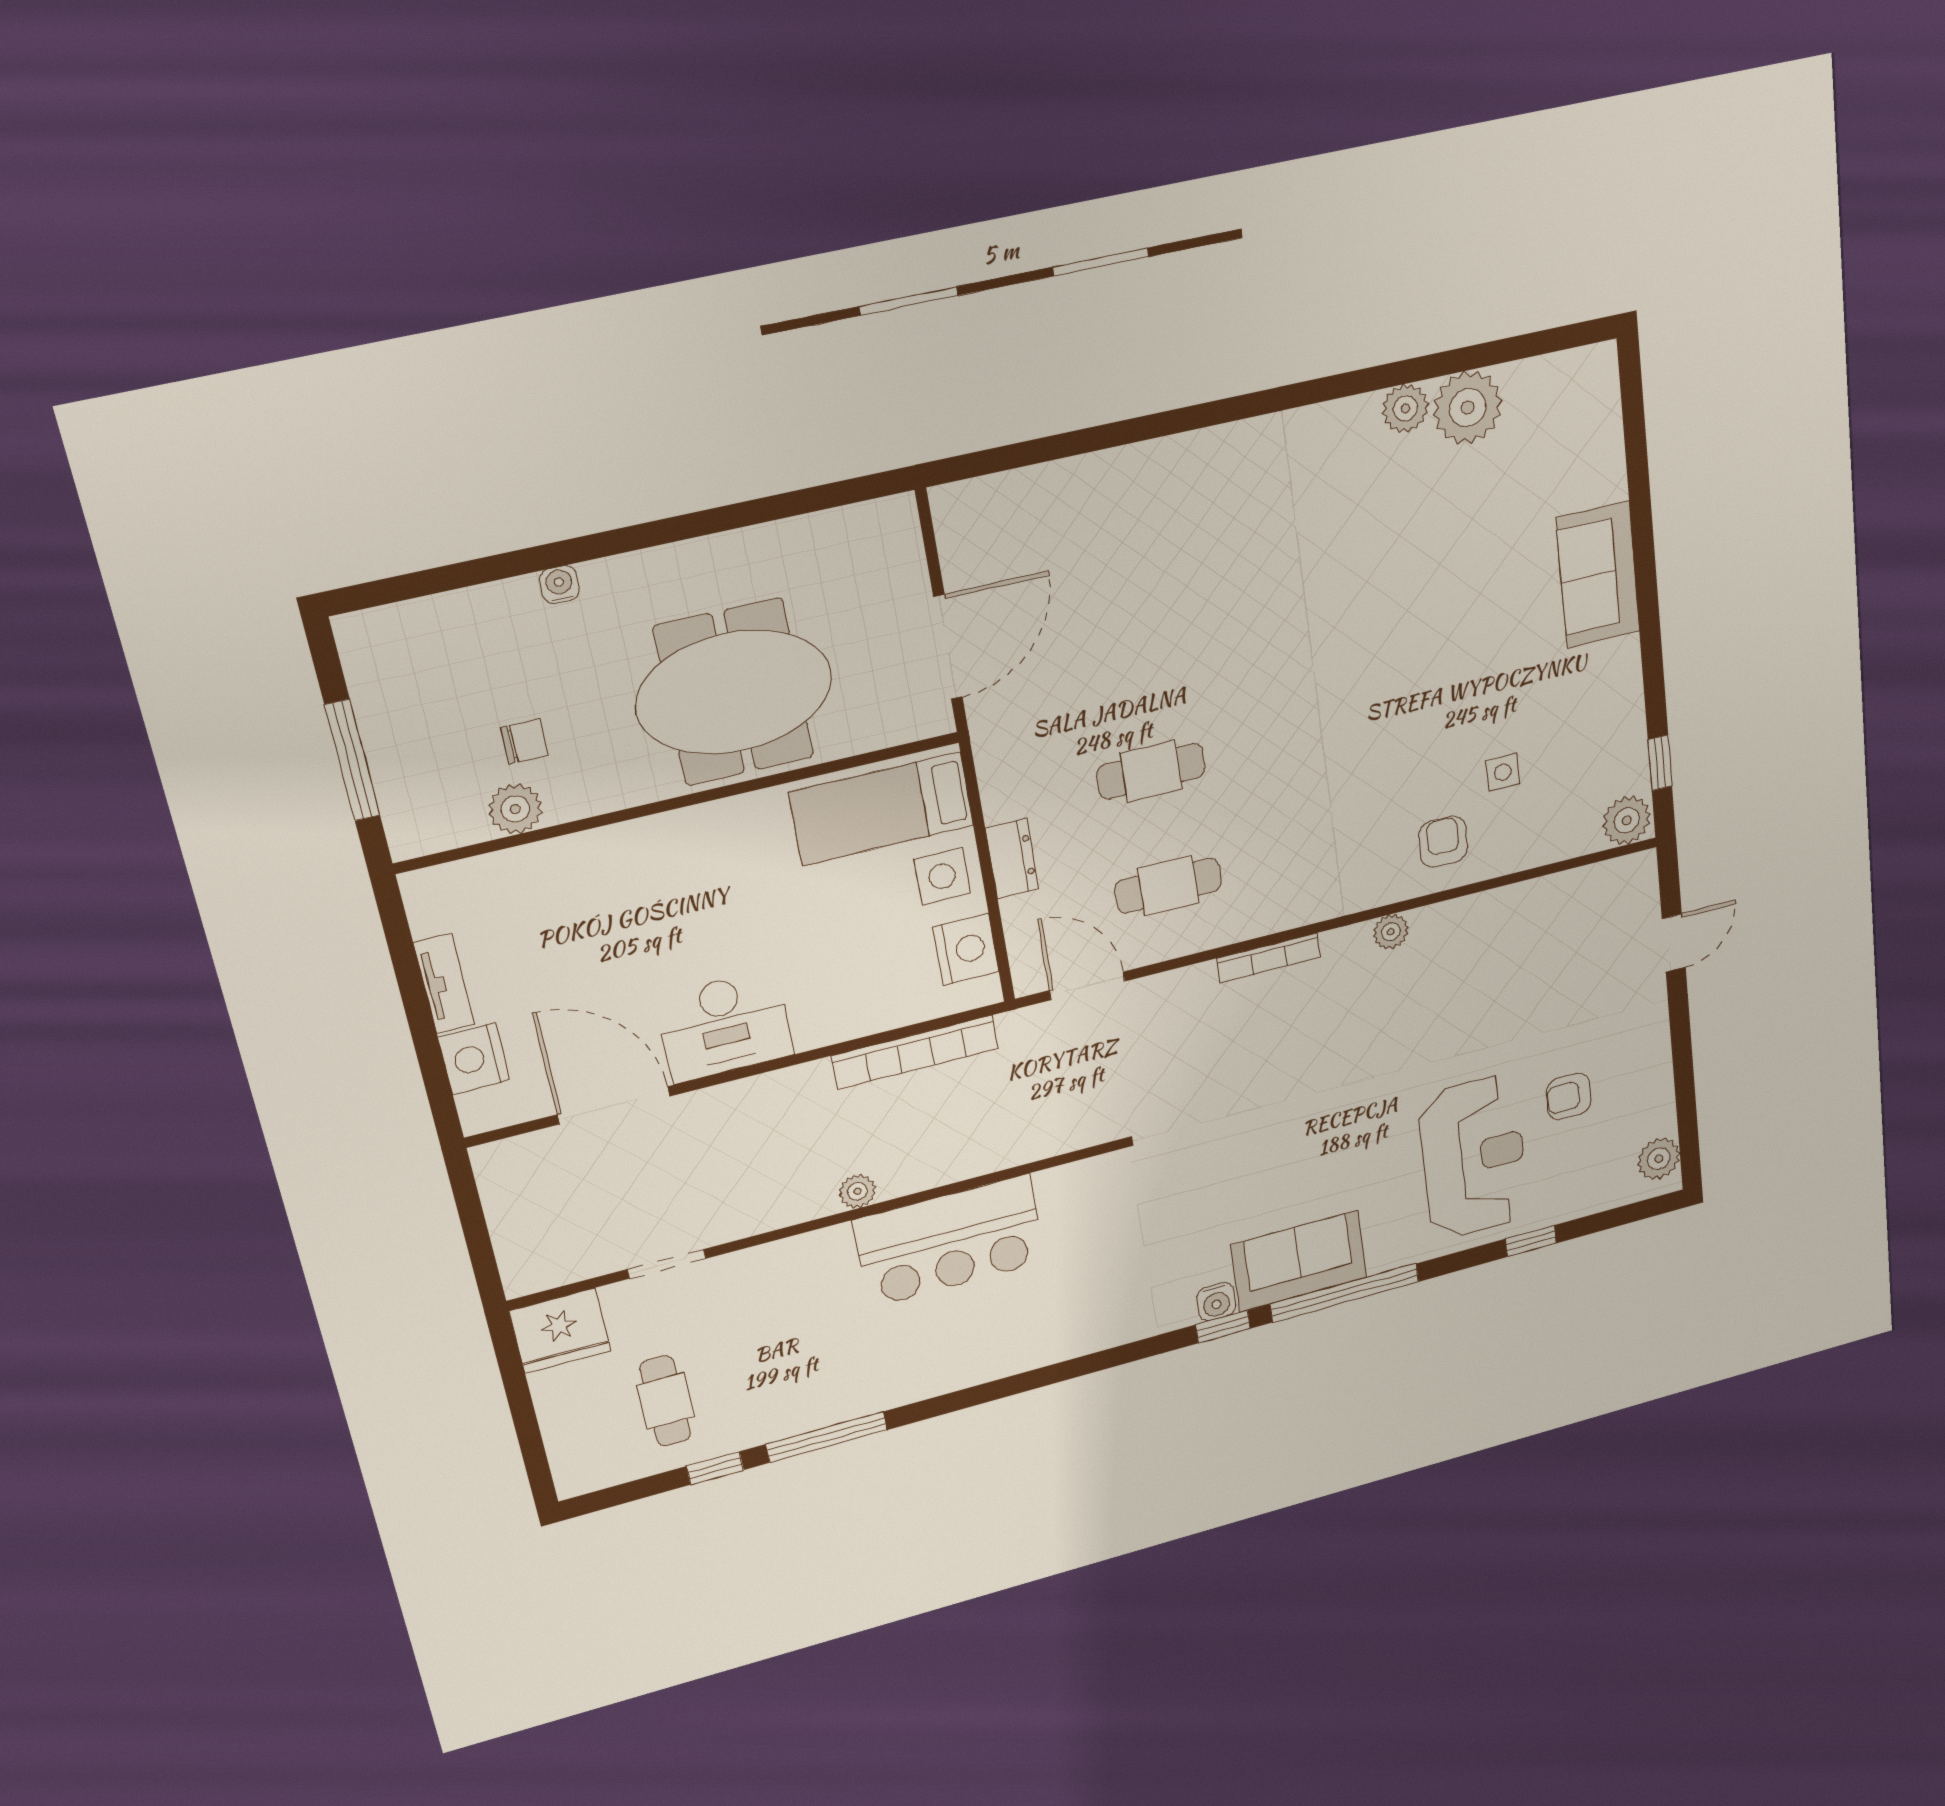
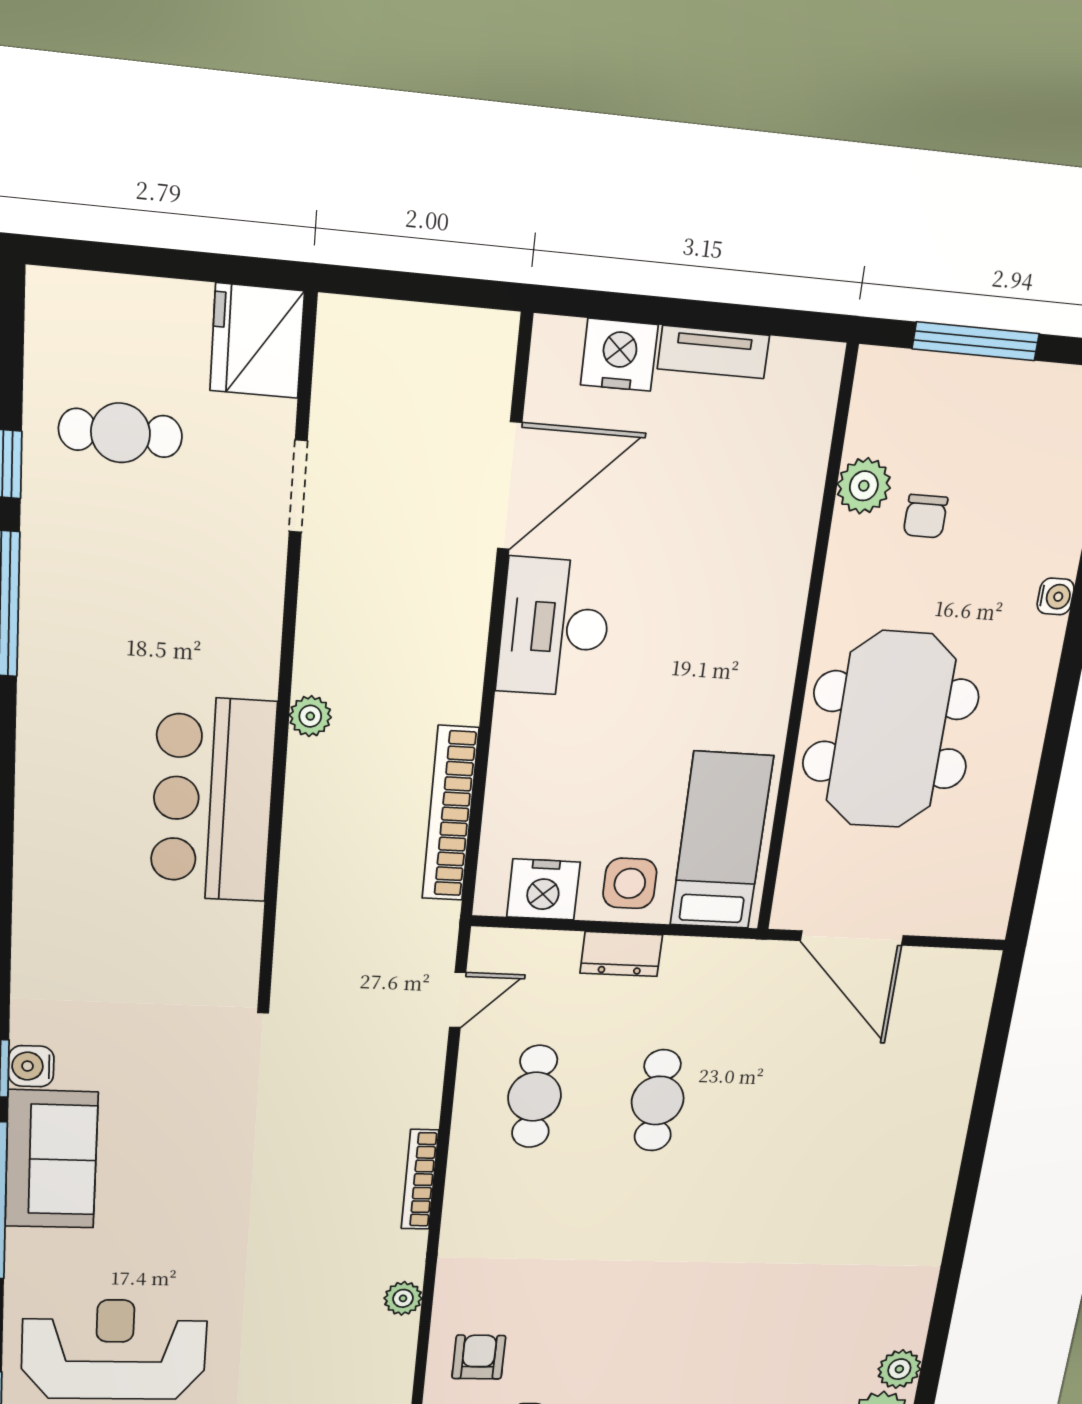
armchair: (1443, 842) -> (479, 1357), turned -90
door: (1087, 986) -> (458, 1000), width x0.73
reception desk: (1474, 1157) -> (114, 1350), turned 180

